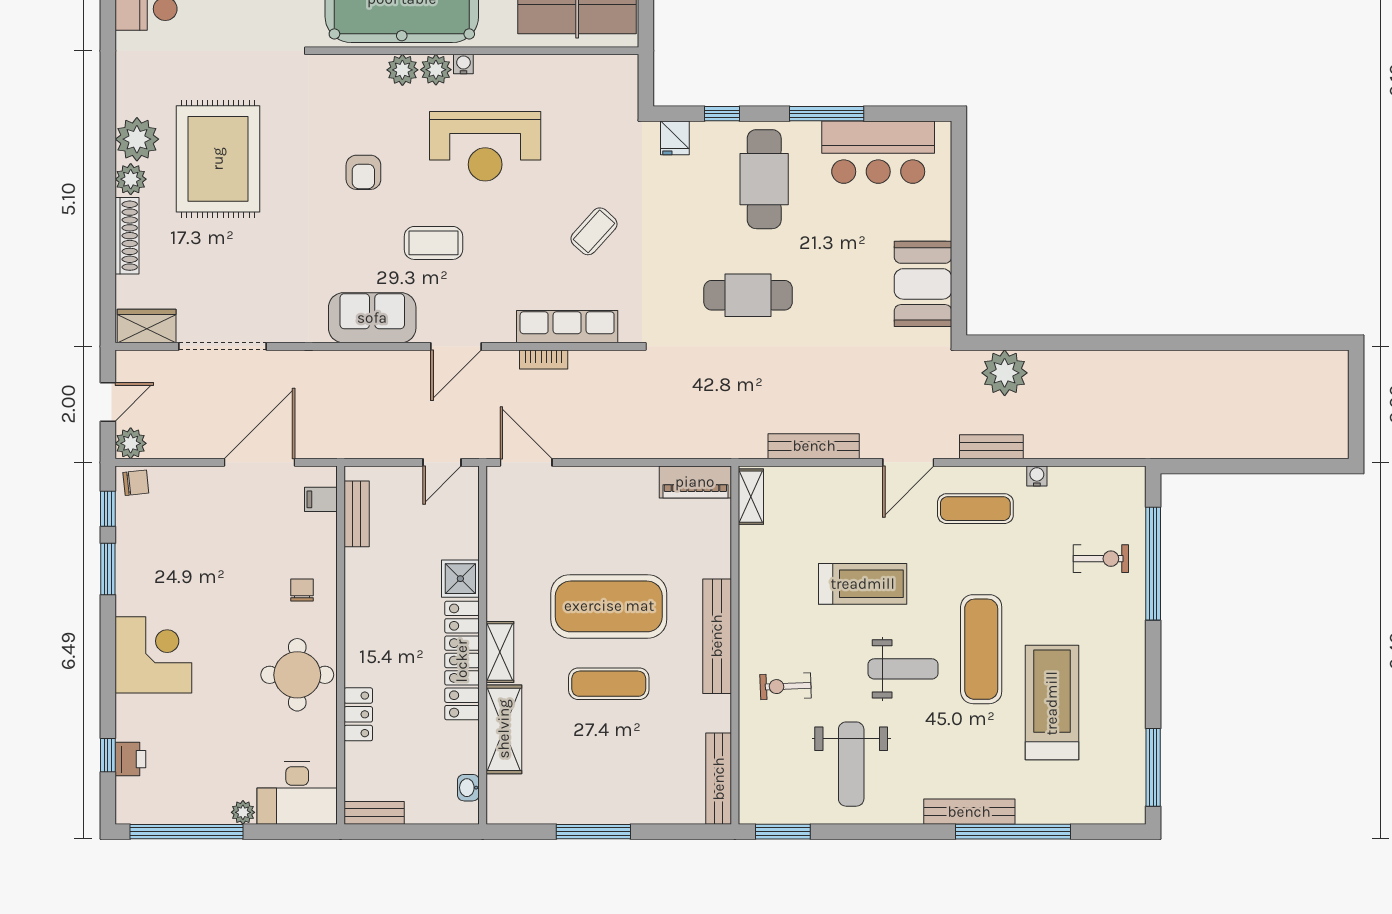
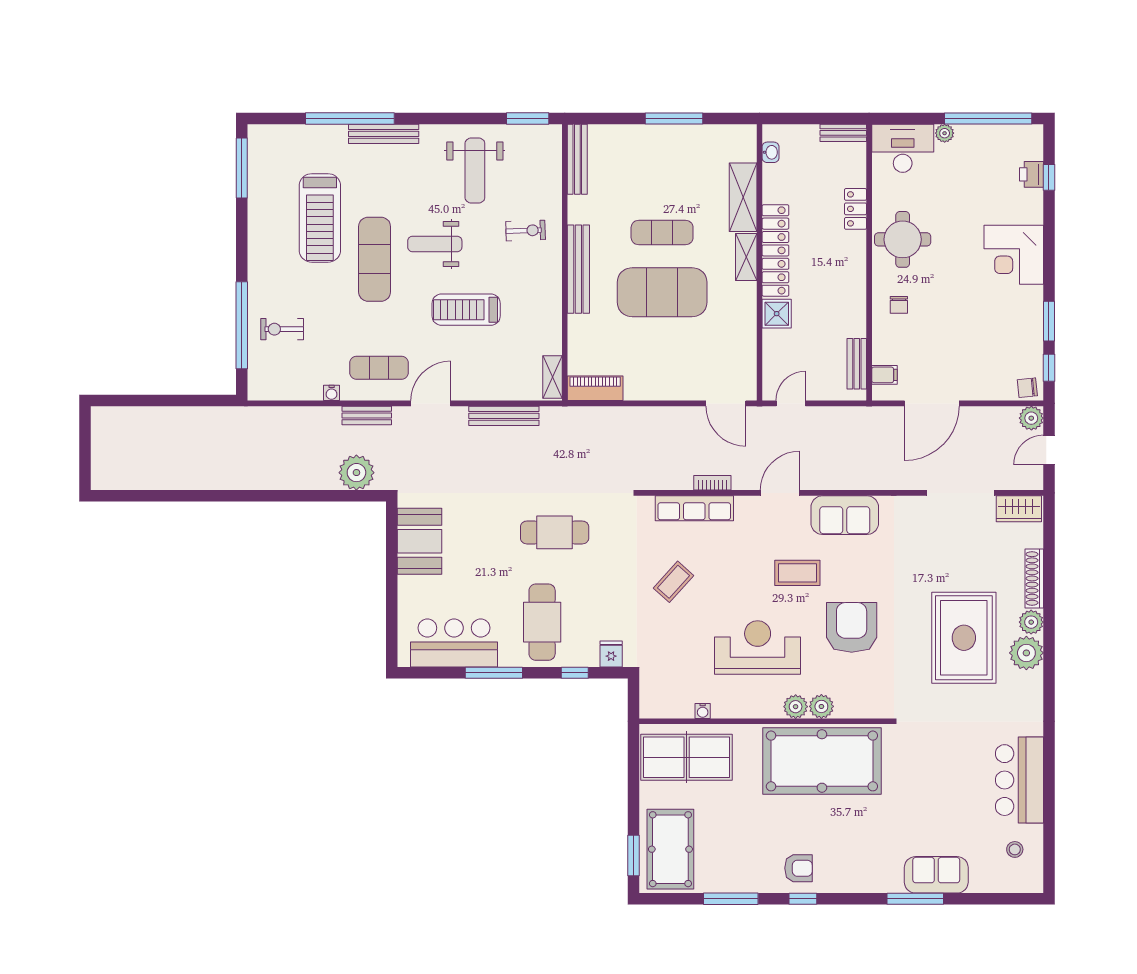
water cooler: (463, 64) -> (703, 711), moved
armchair: (363, 172) -> (852, 627), width x1.88, depth x1.88
weight bench: (851, 764) -> (475, 170), turned 180

